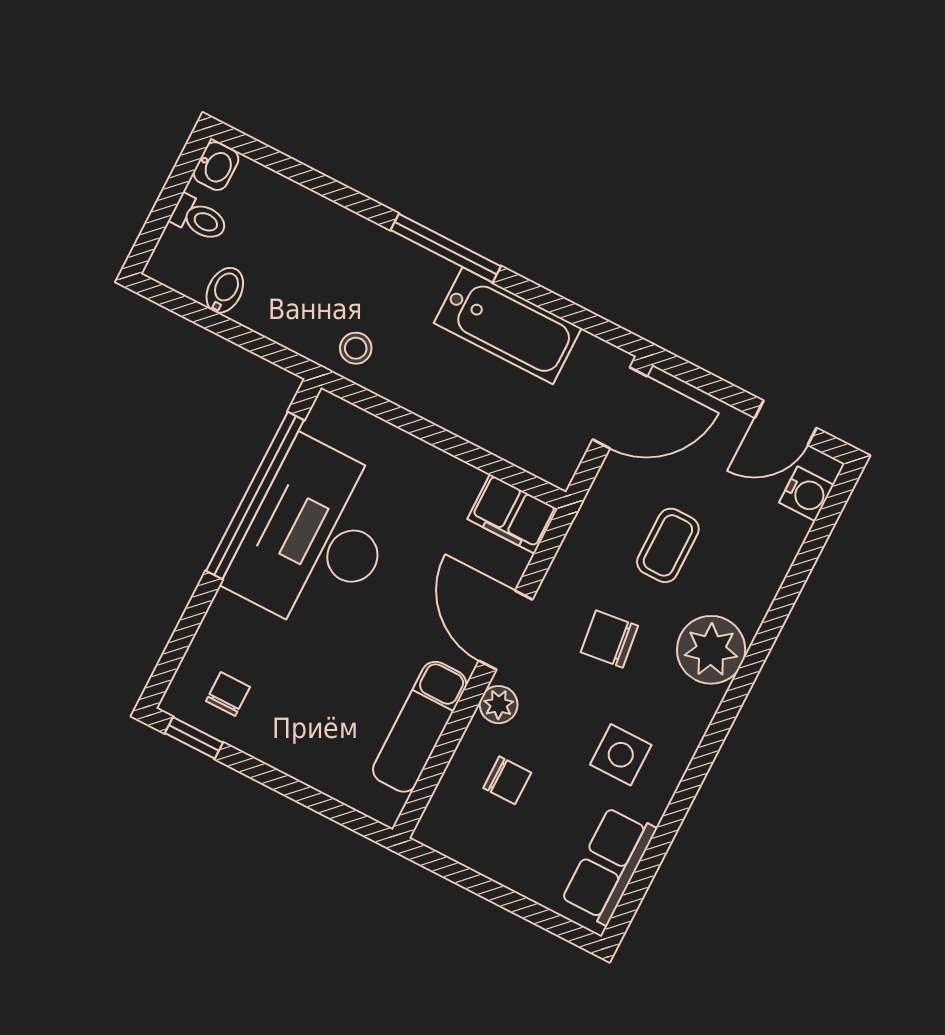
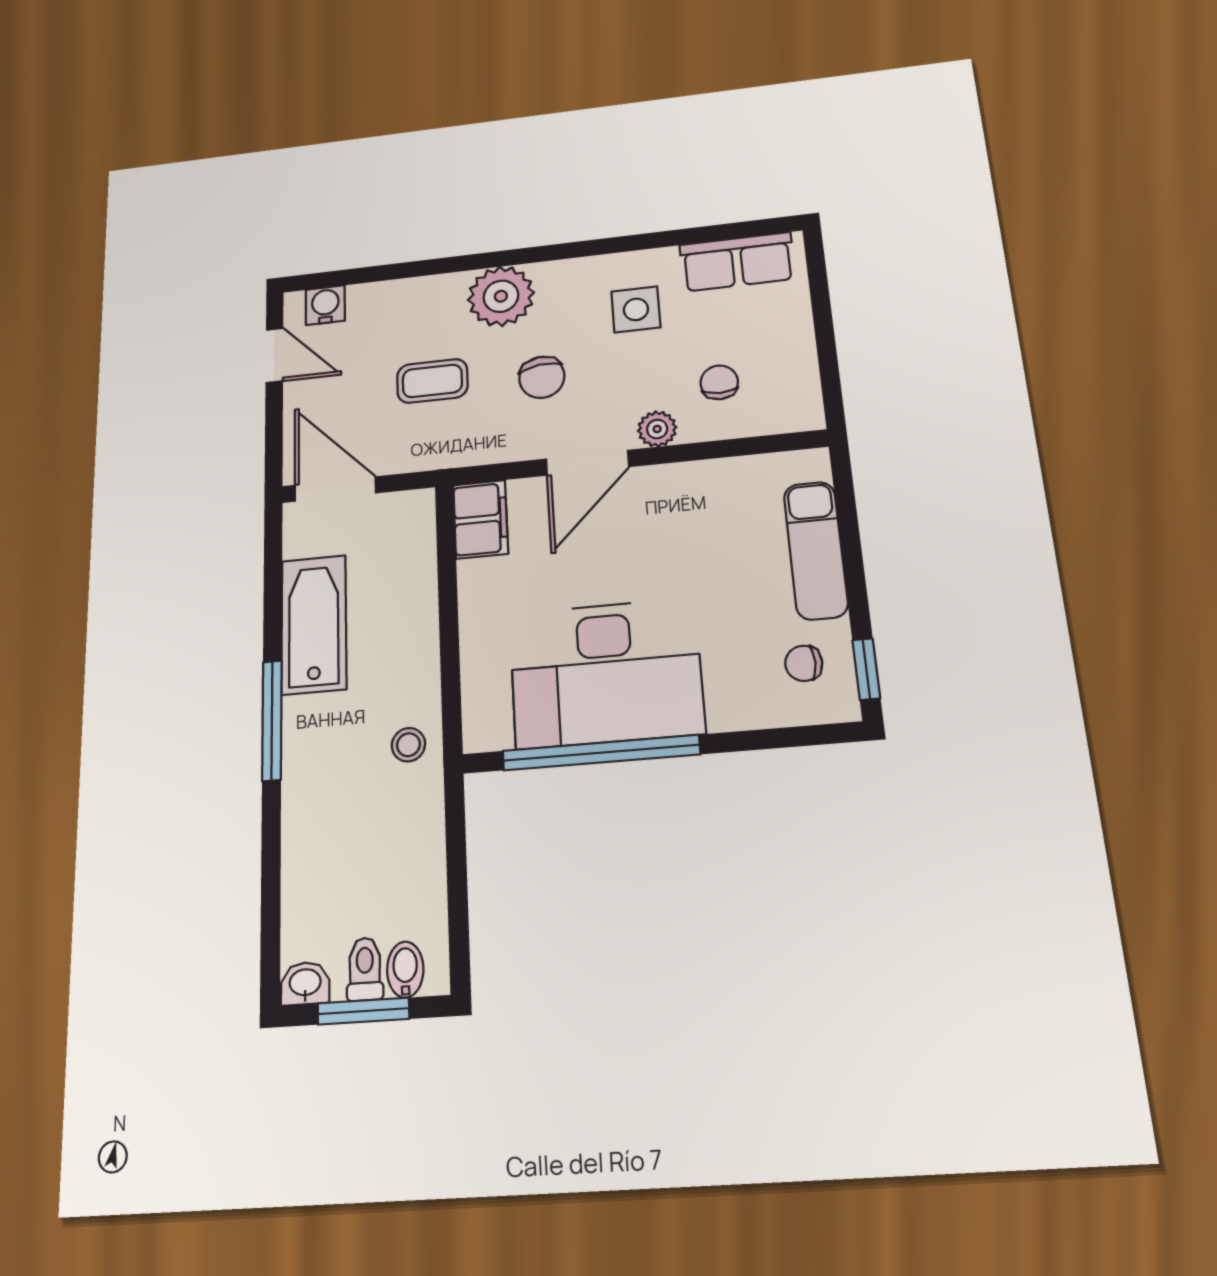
window: (168, 200) -> (363, 1011), added
bidet: (225, 290) -> (405, 970), moved, turned 90
exam couch: (420, 727) -> (816, 550), moved, turned 90

